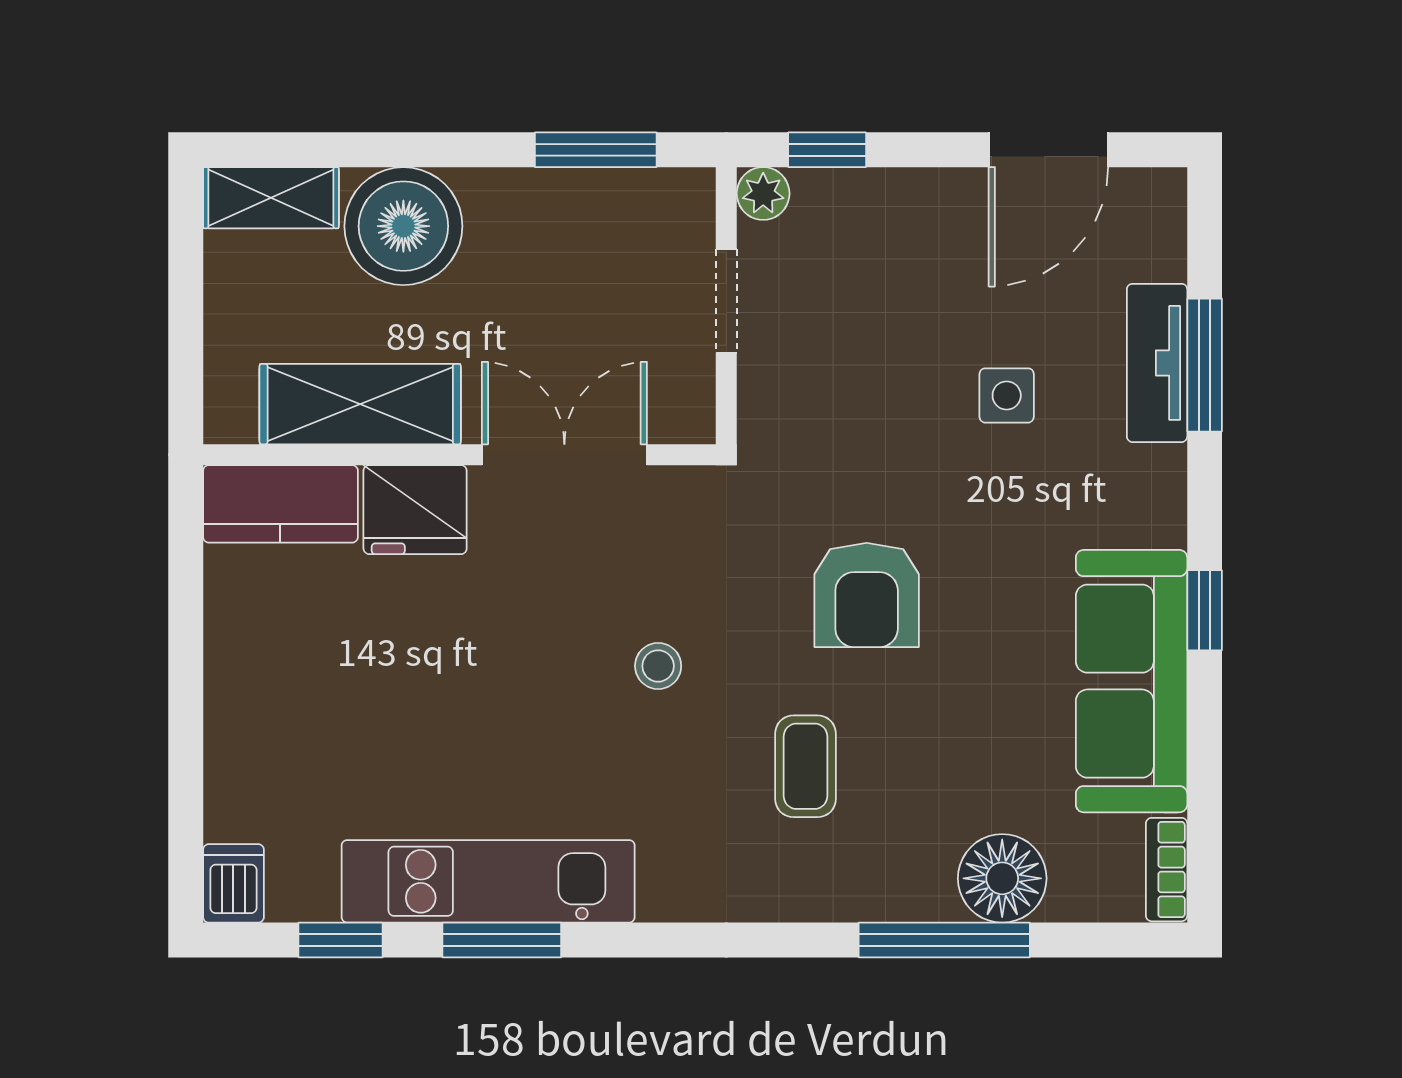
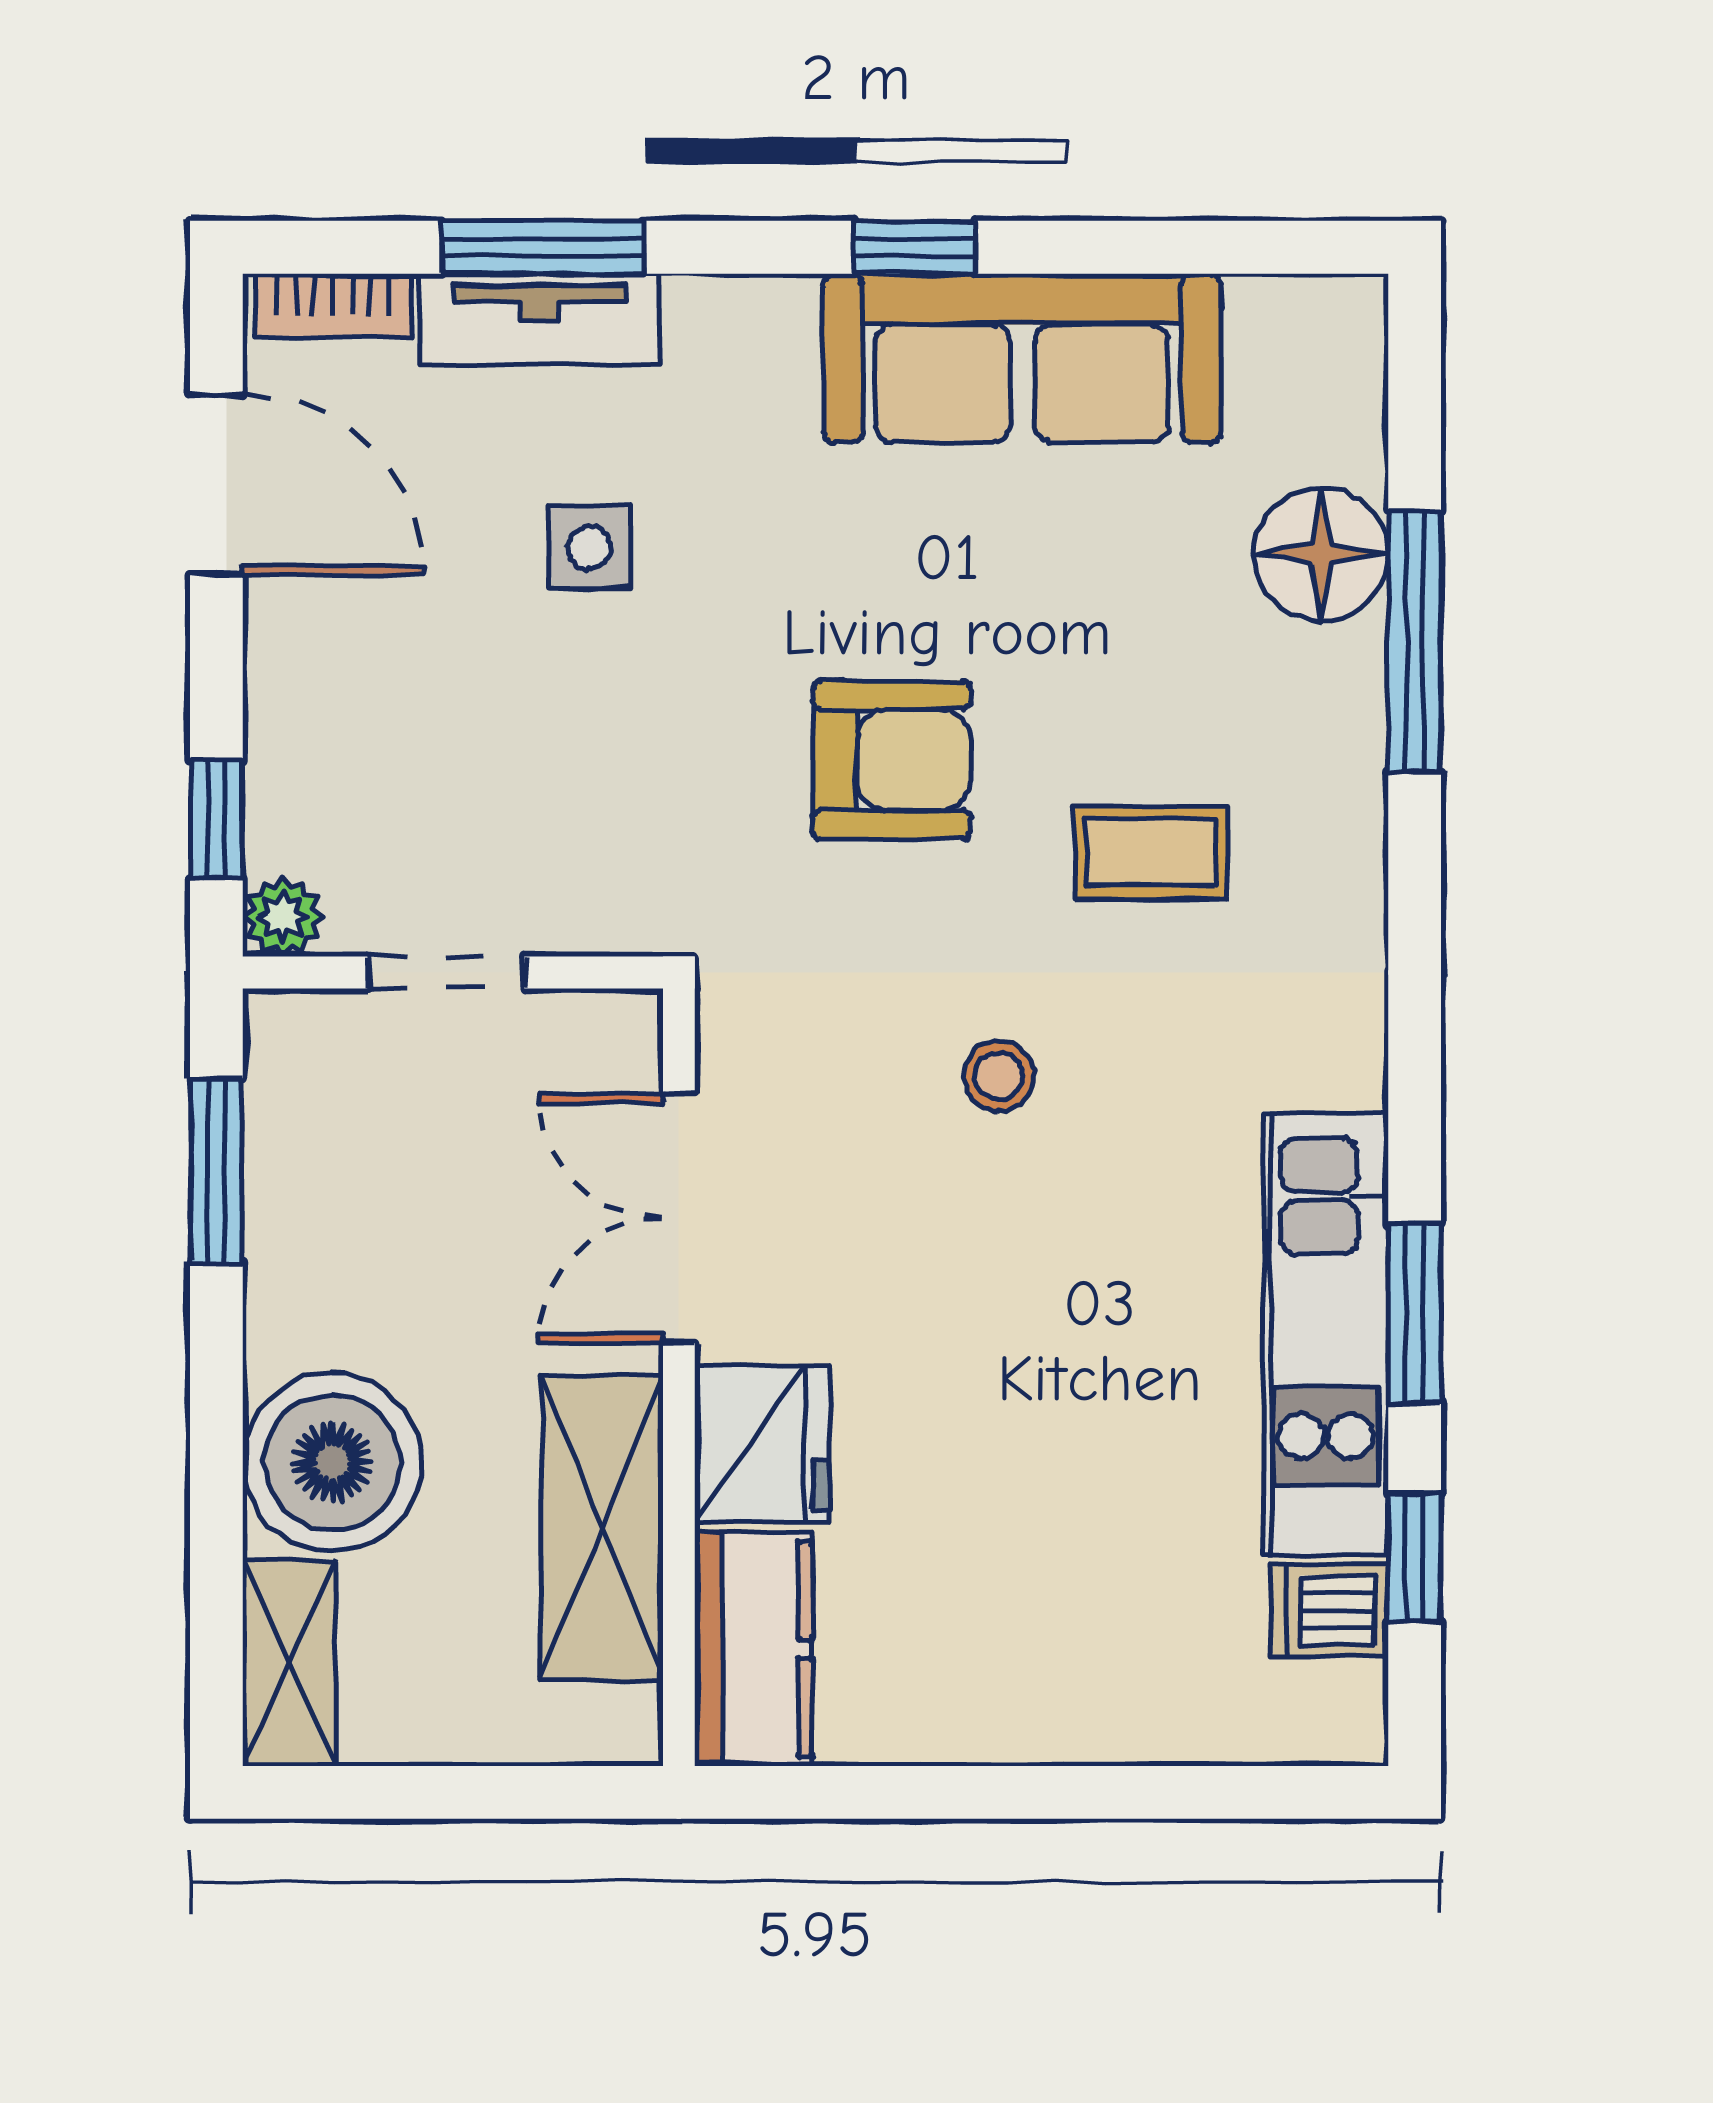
bookcase: (1167, 870) -> (333, 305), moved
dishwasher: (233, 883) -> (1329, 1611), moved

